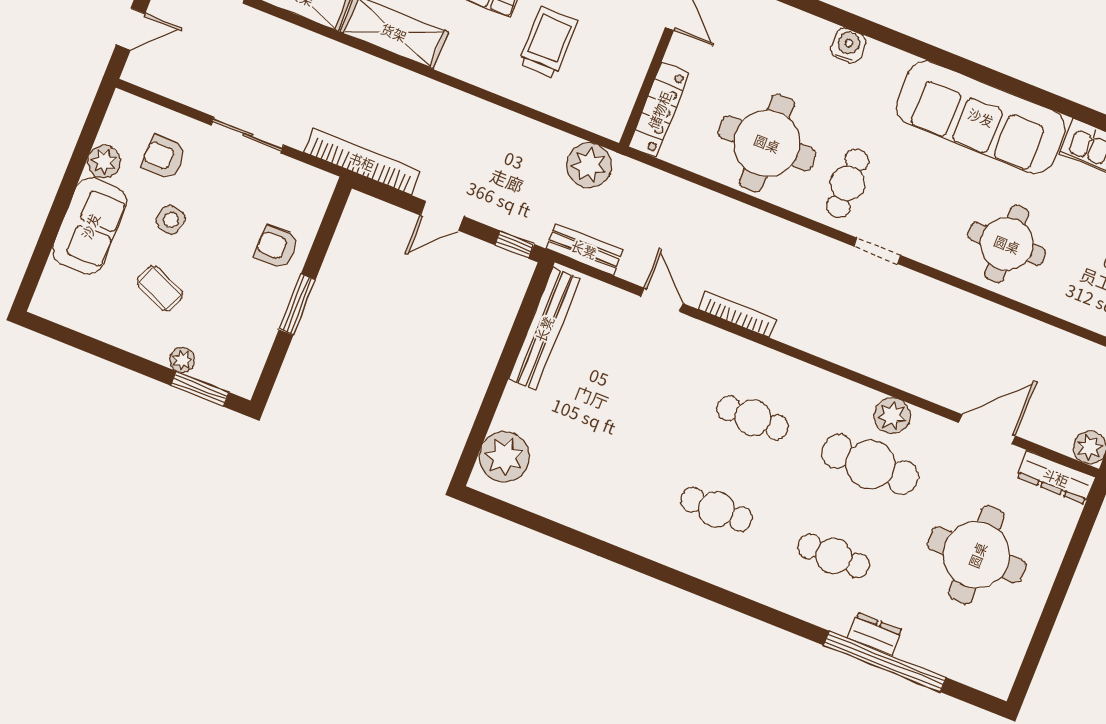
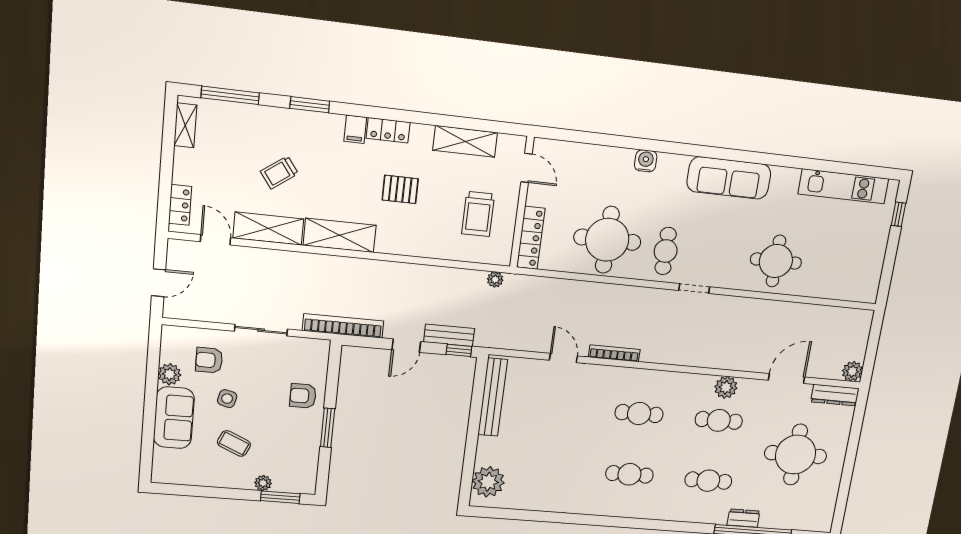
trolley: (548, 42) -> (478, 214), moved, turned 180
sofa: (981, 117) -> (729, 178), width x0.74, depth x0.79
plant: (589, 165) -> (495, 279), width x0.53, depth x0.53
bench: (584, 249) -> (449, 335), moved
cafe table: (870, 464) -> (719, 420), width x0.73, depth x0.74

